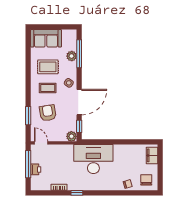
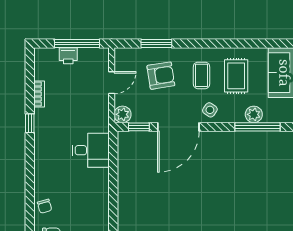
door: (79, 102) -> (178, 127), hinge flipped
door: (41, 143) -> (112, 83), moved
desk: (93, 159) -> (91, 150), width x0.53, depth x0.77

